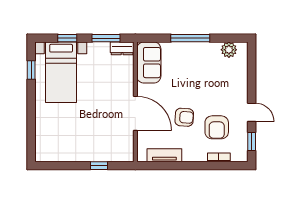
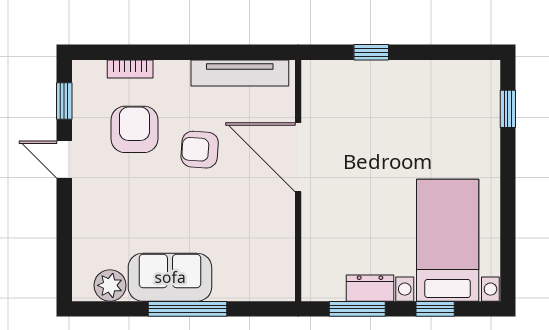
dresser: (122, 48) -> (370, 288), moved
sofa: (149, 63) -> (170, 277), moved, turned 90
window: (31, 70) -> (508, 109), moved
tv unit: (164, 155) -> (240, 73), width x1.41

